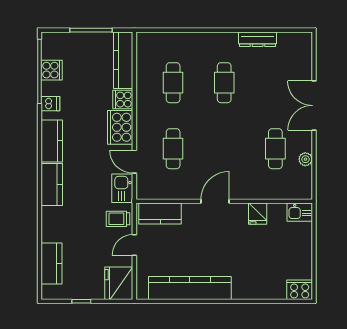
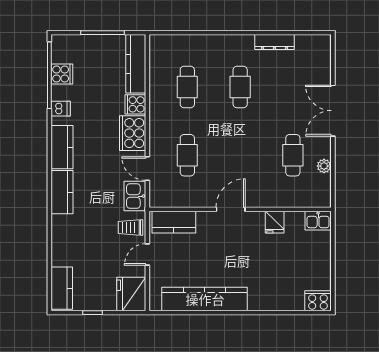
kitchen counter: (51, 263) -> (62, 288), moved

